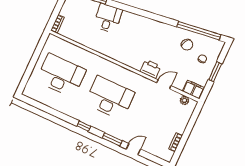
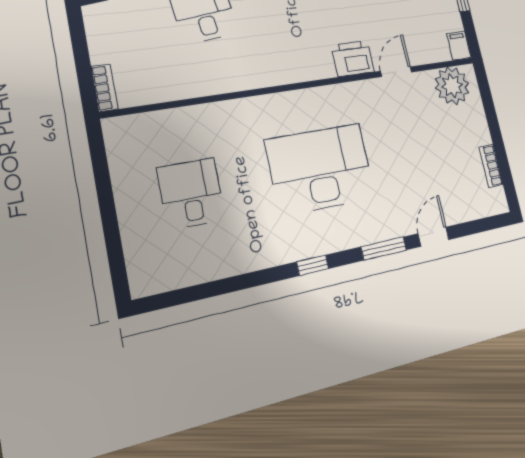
desk: (61, 75) -> (191, 193), width x0.53, depth x0.77
filing cabinet: (193, 90) -> (459, 46), width x0.50
plant: (185, 100) -> (452, 86), width x1.87, depth x1.87

